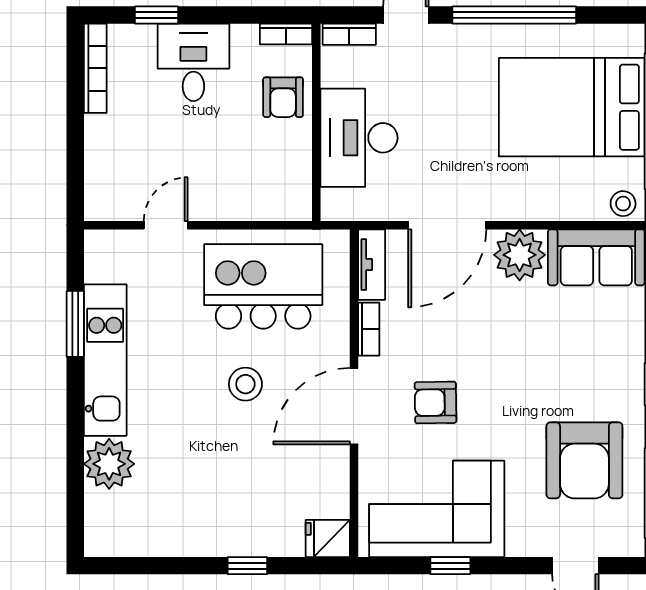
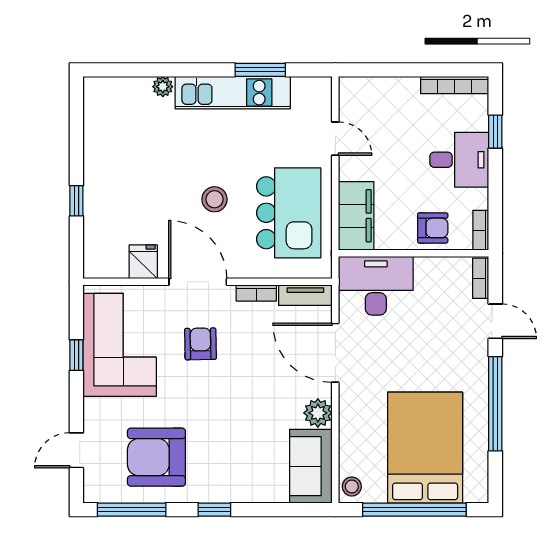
armchair: (283, 97) -> (433, 228), turned 180
desk: (359, 138) -> (376, 286), moved
filing cabinet: (267, 198) -> (356, 216), added
plant: (520, 255) -> (318, 413), width x0.73, depth x0.73
plant: (109, 464) -> (163, 87), width x0.53, depth x0.53
fridge: (328, 538) -> (143, 262), moved

